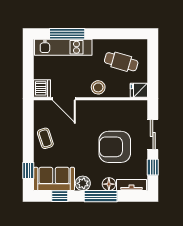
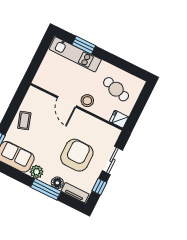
window: (67, 34) -> (84, 45), width x0.69
dishwasher: (42, 88) -> (42, 79), removed
door: (64, 99) -> (67, 102), moved
armchair: (115, 147) -> (77, 155), turned 90
window: (60, 196) -> (13, 173), removed

